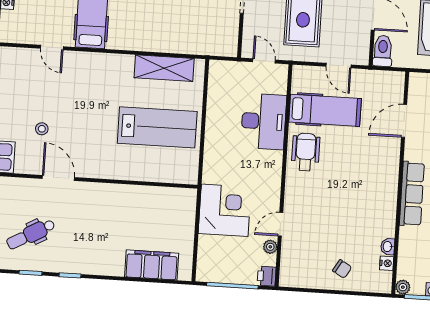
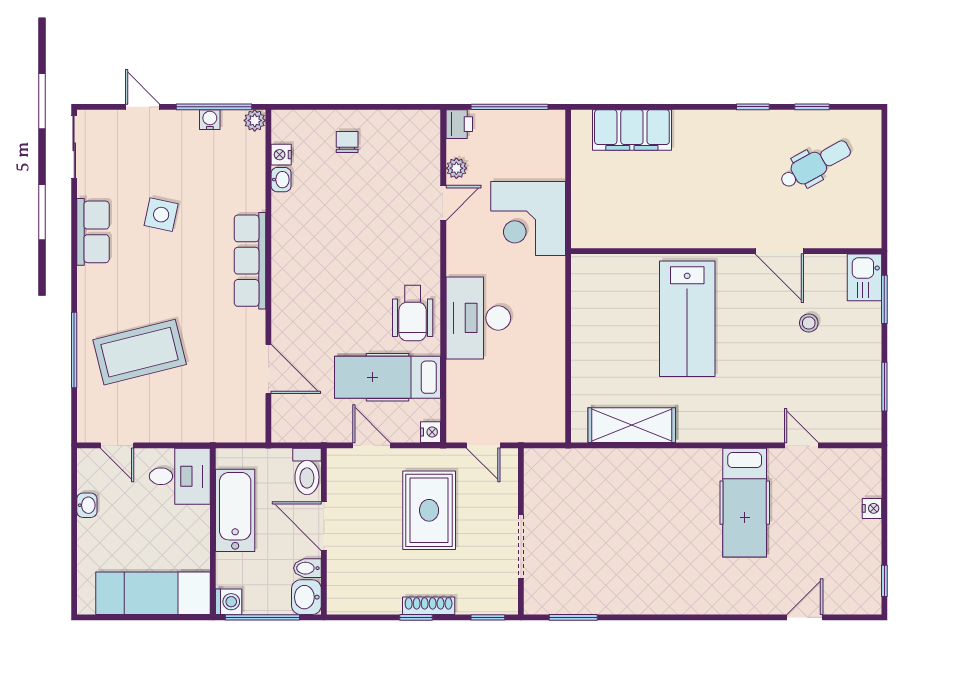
nightstand: (299, 72) -> (431, 432), added
desk: (264, 121) -> (478, 318), moved
door: (404, 121) -> (268, 369), hinge flipped
lab bench: (157, 127) -> (687, 319), moved, turned -90
chair: (342, 269) -> (347, 142), turned 60

